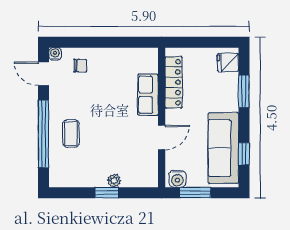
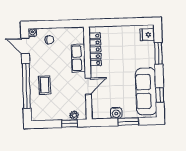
locker: (174, 82) -> (95, 49), moved
row of seats: (148, 95) -> (78, 58), moved
wall: (162, 118) -> (88, 73), moved
door: (162, 137) -> (88, 86), moved

